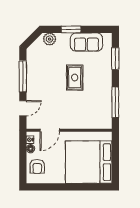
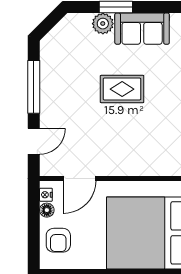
plant: (50, 39) -> (103, 24), moved
rug: (75, 78) -> (122, 89), turned 90

